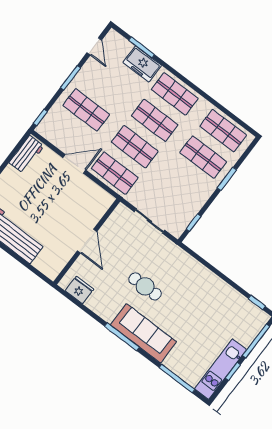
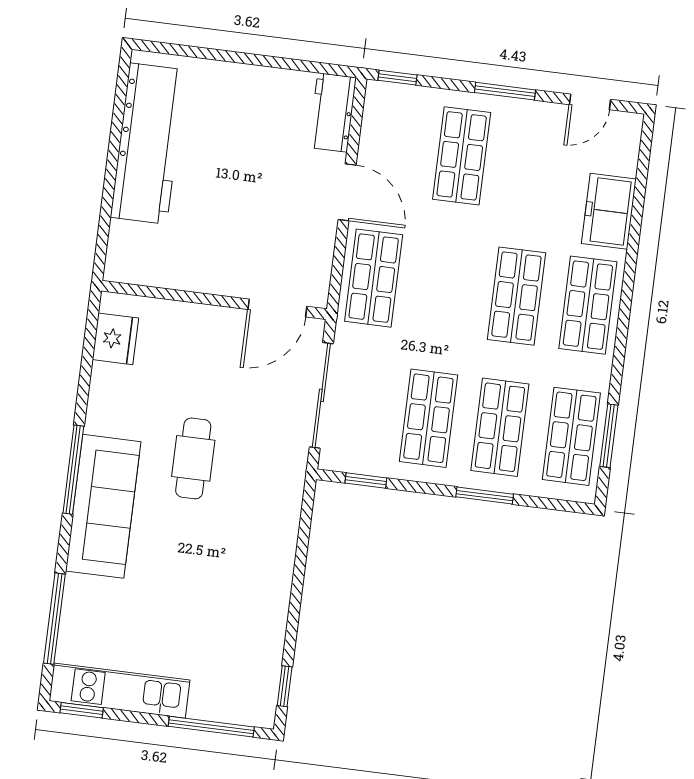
window: (142, 47) -> (609, 436), moved
shop shelf: (135, 147) -> (428, 418), moved
workbench: (26, 154) -> (332, 113), moved, turned 90
sliding door: (149, 221) -> (321, 395), width x1.37
door: (87, 241) -> (277, 308), moved
window: (233, 371) -> (82, 710), moved

